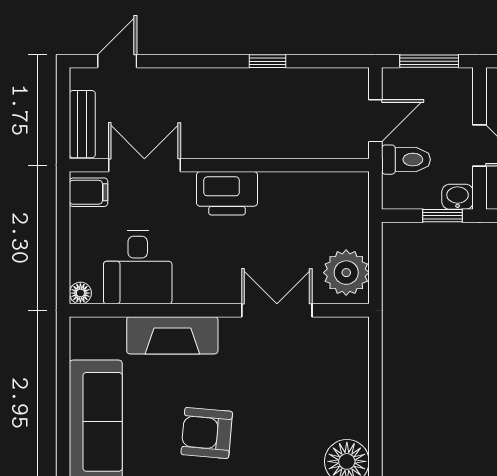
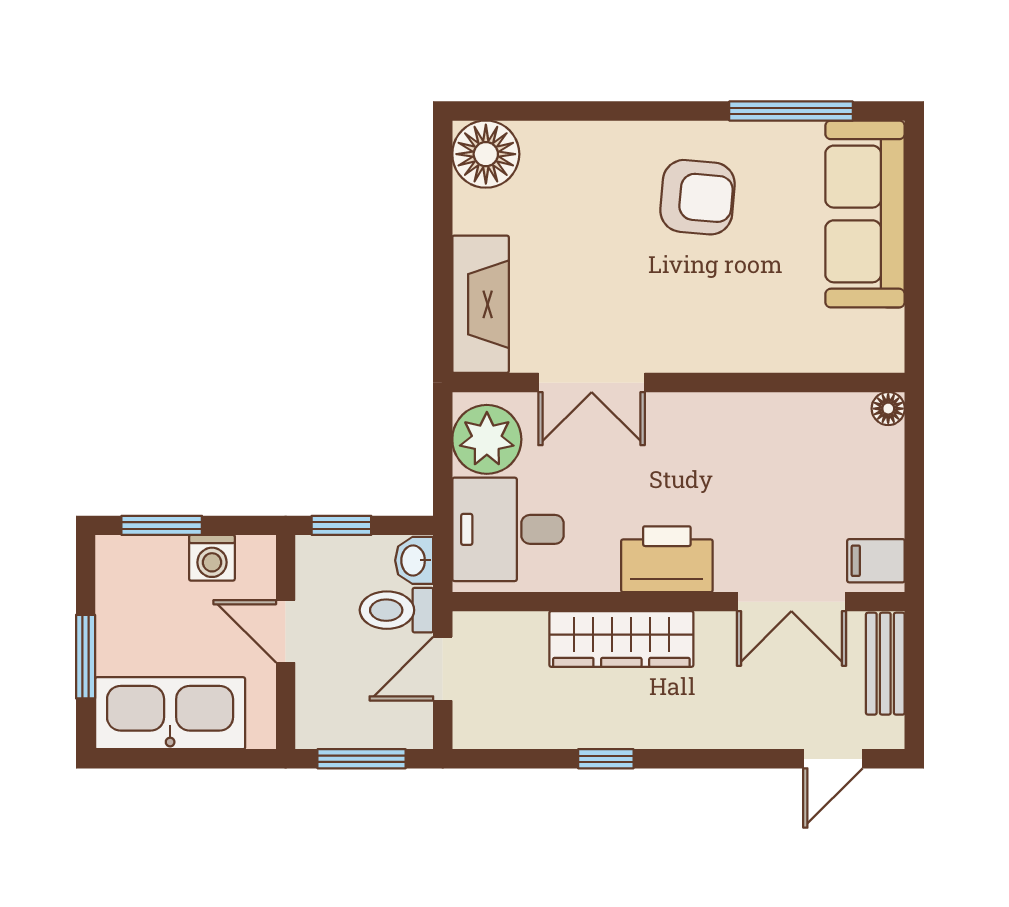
wardrobe: (257, 140) -> (621, 639), added
washbasin: (458, 197) -> (414, 560), moved, turned 90
desk: (138, 267) -> (508, 529), moved, turned -90
fireplace: (172, 335) -> (481, 304), moved, turned 90

